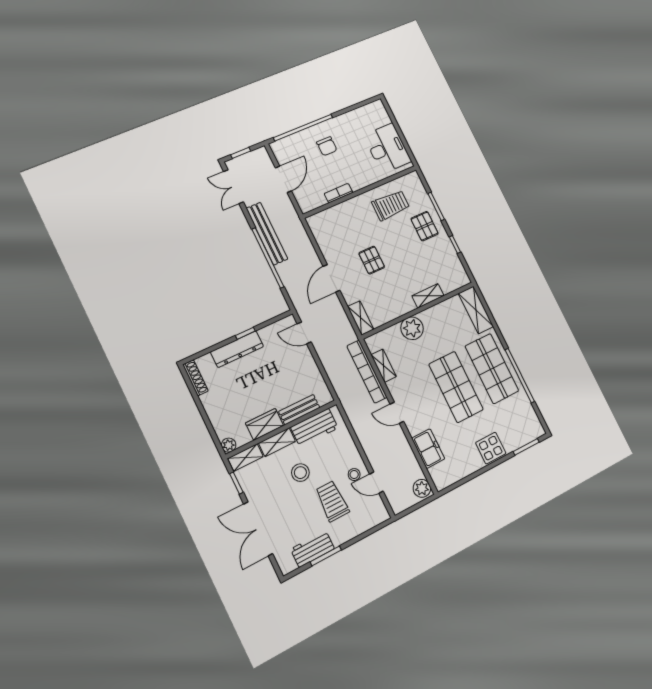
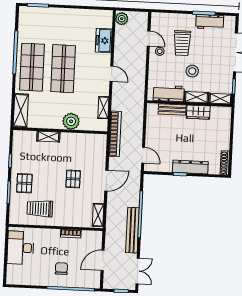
shelving: (361, 318) -> (98, 215), moved
bookcase: (367, 372) -> (115, 134), moved
plant: (229, 445) -> (226, 112), removed
display table: (491, 448) -> (62, 18), removed

